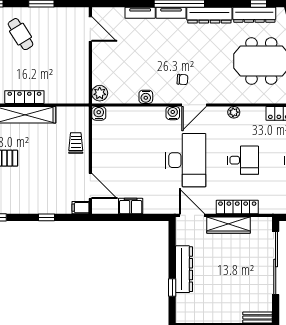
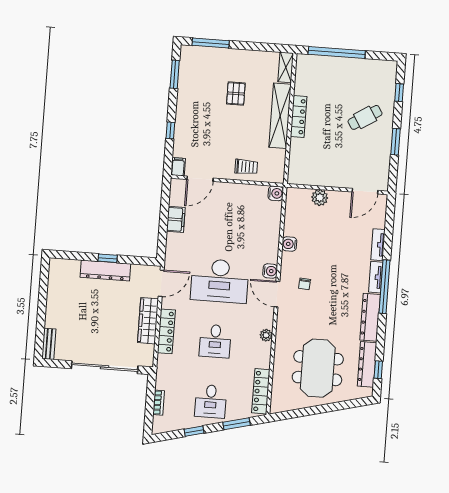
plant: (100, 93) -> (320, 198), moved
window: (172, 287) -> (108, 258), moved

